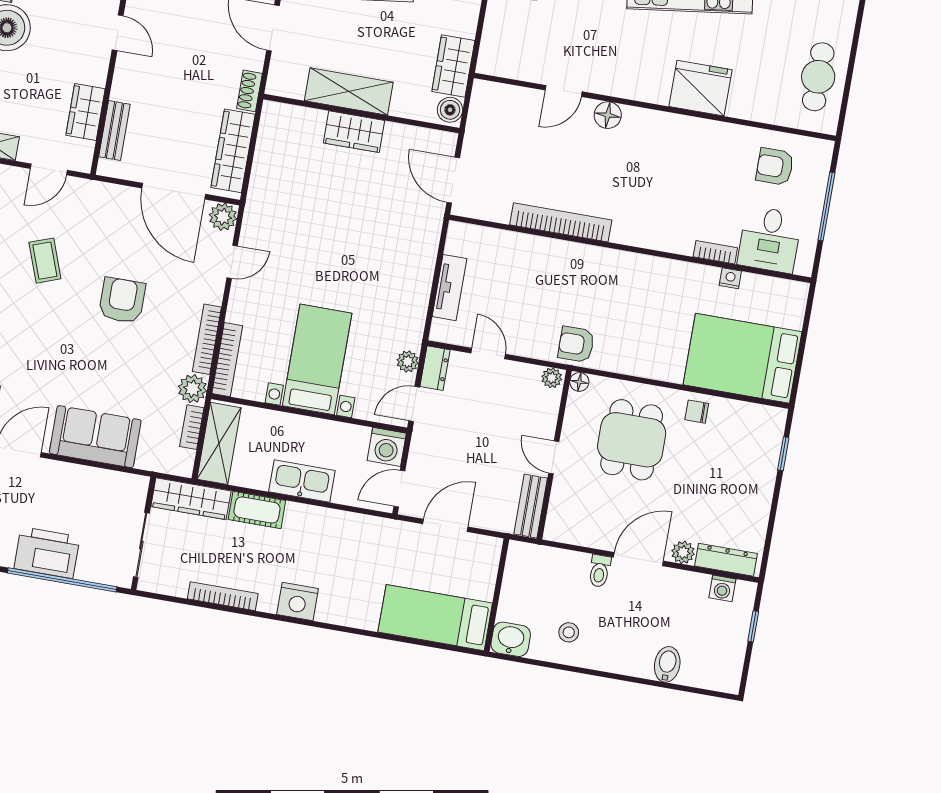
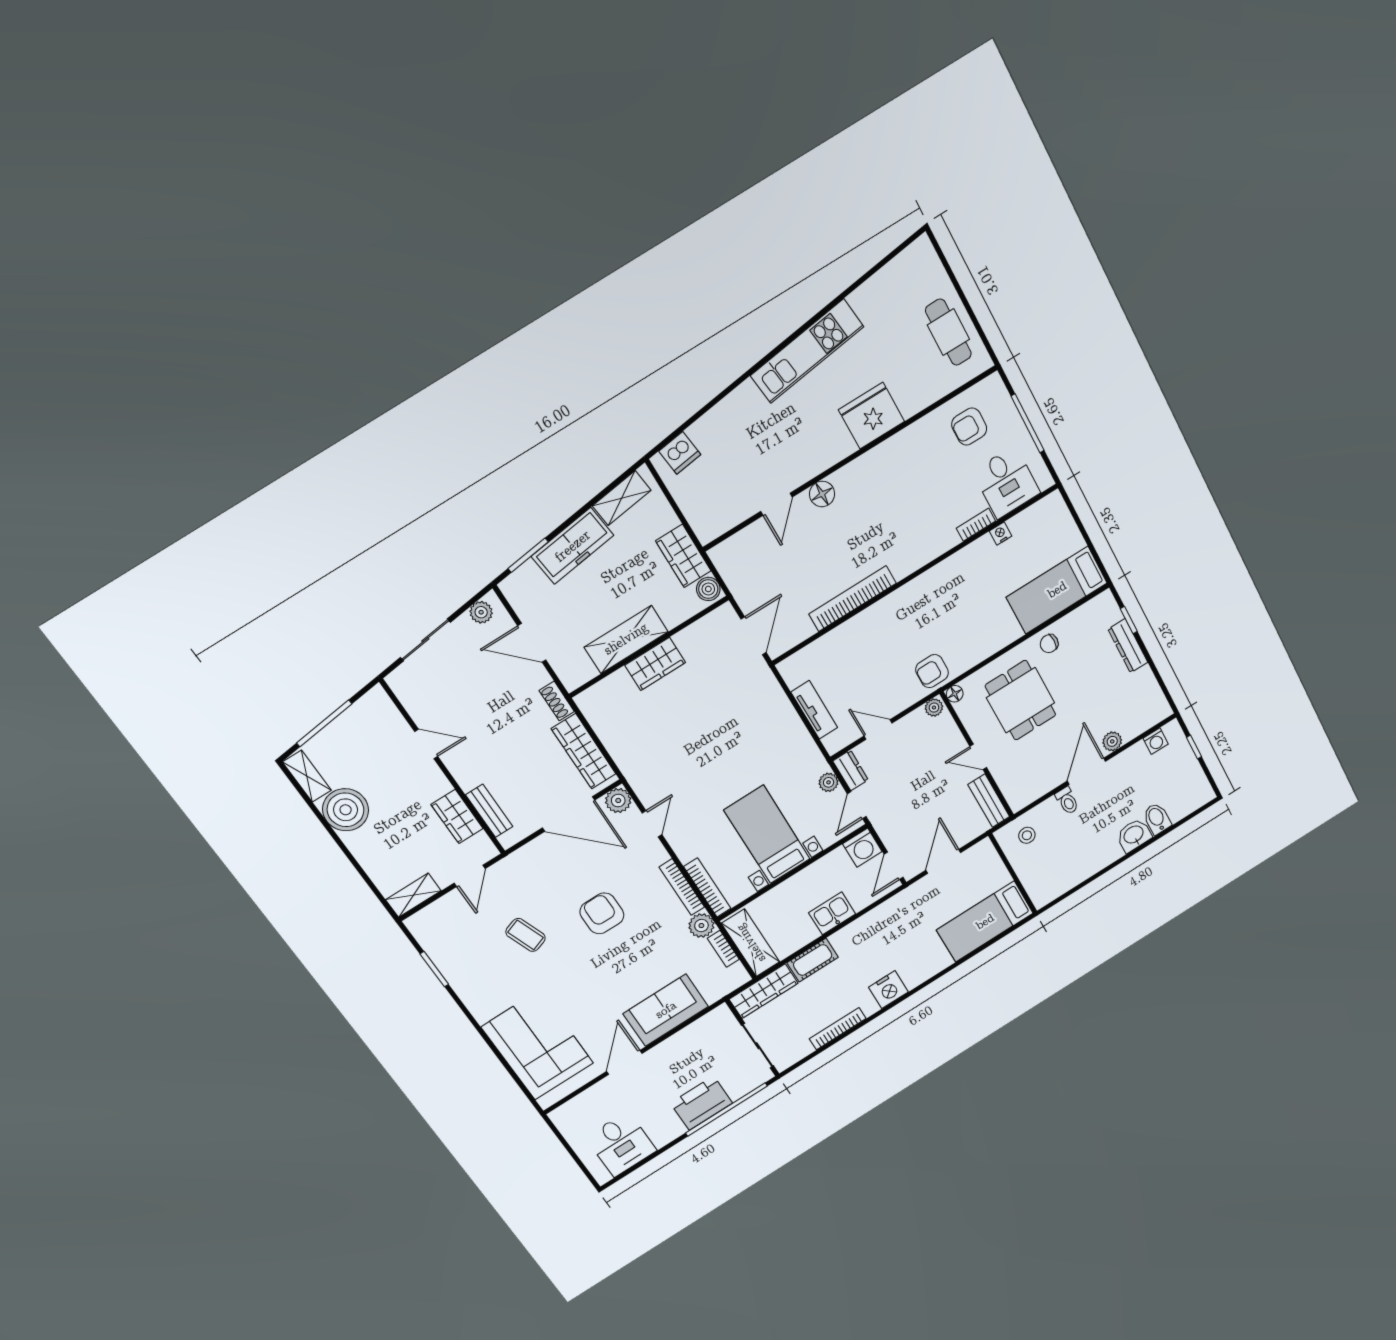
door: (453, 180) -> (754, 636), swing flipped
bed: (742, 358) -> (1057, 590), width x0.67
kitchen sink: (302, 481) -> (832, 913), width x0.73
dresser: (726, 560) -> (1128, 646), moved, turned -90
stool: (569, 632) -> (1027, 835), moved
washbasin: (511, 639) -> (1134, 835), moved

